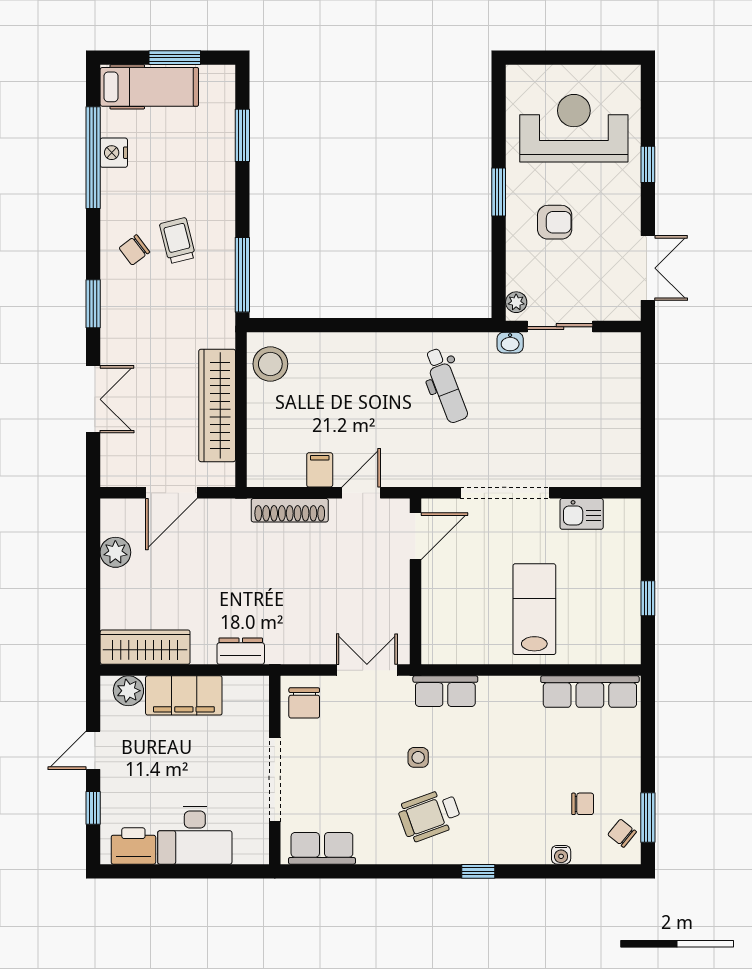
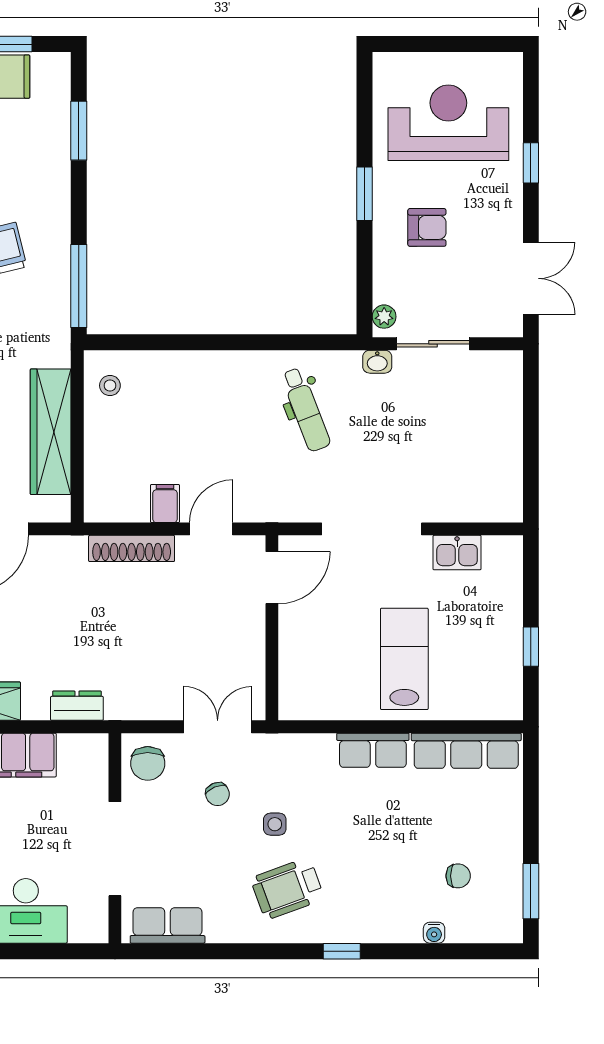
stool: (270, 364) -> (110, 386), width x0.53, depth x0.53
row of seats: (445, 691) -> (373, 750), moved
chair: (622, 833) -> (218, 794), moved, turned -152

